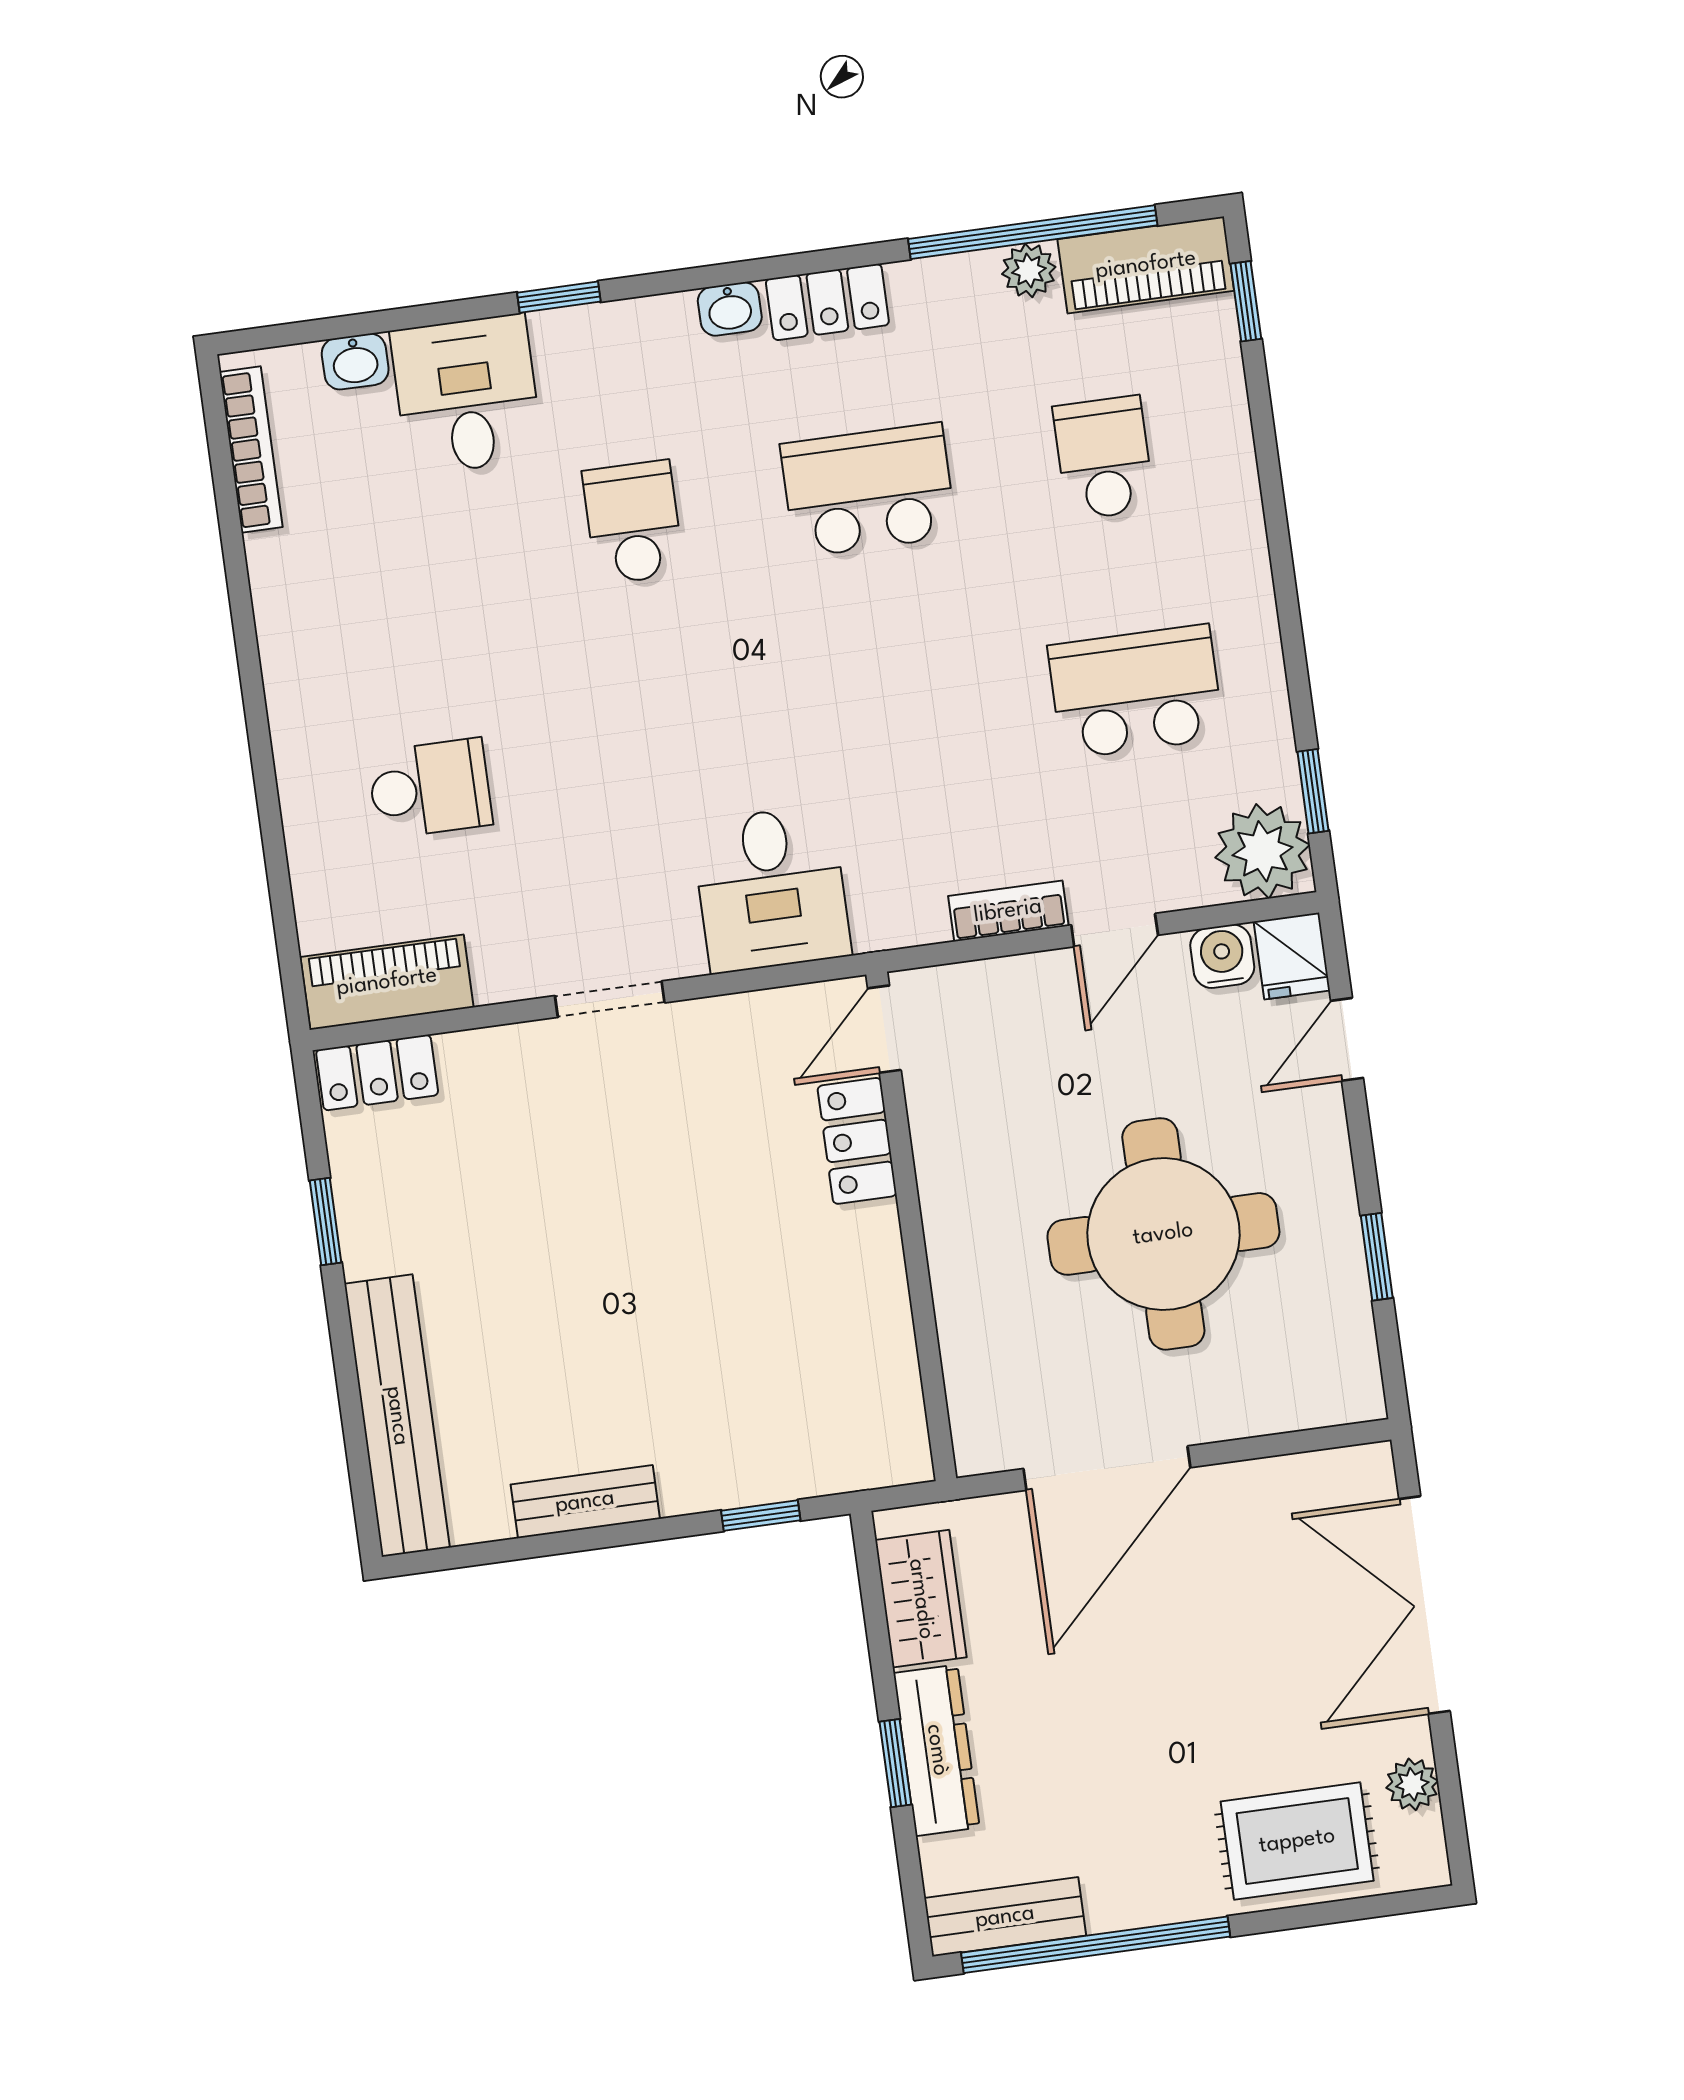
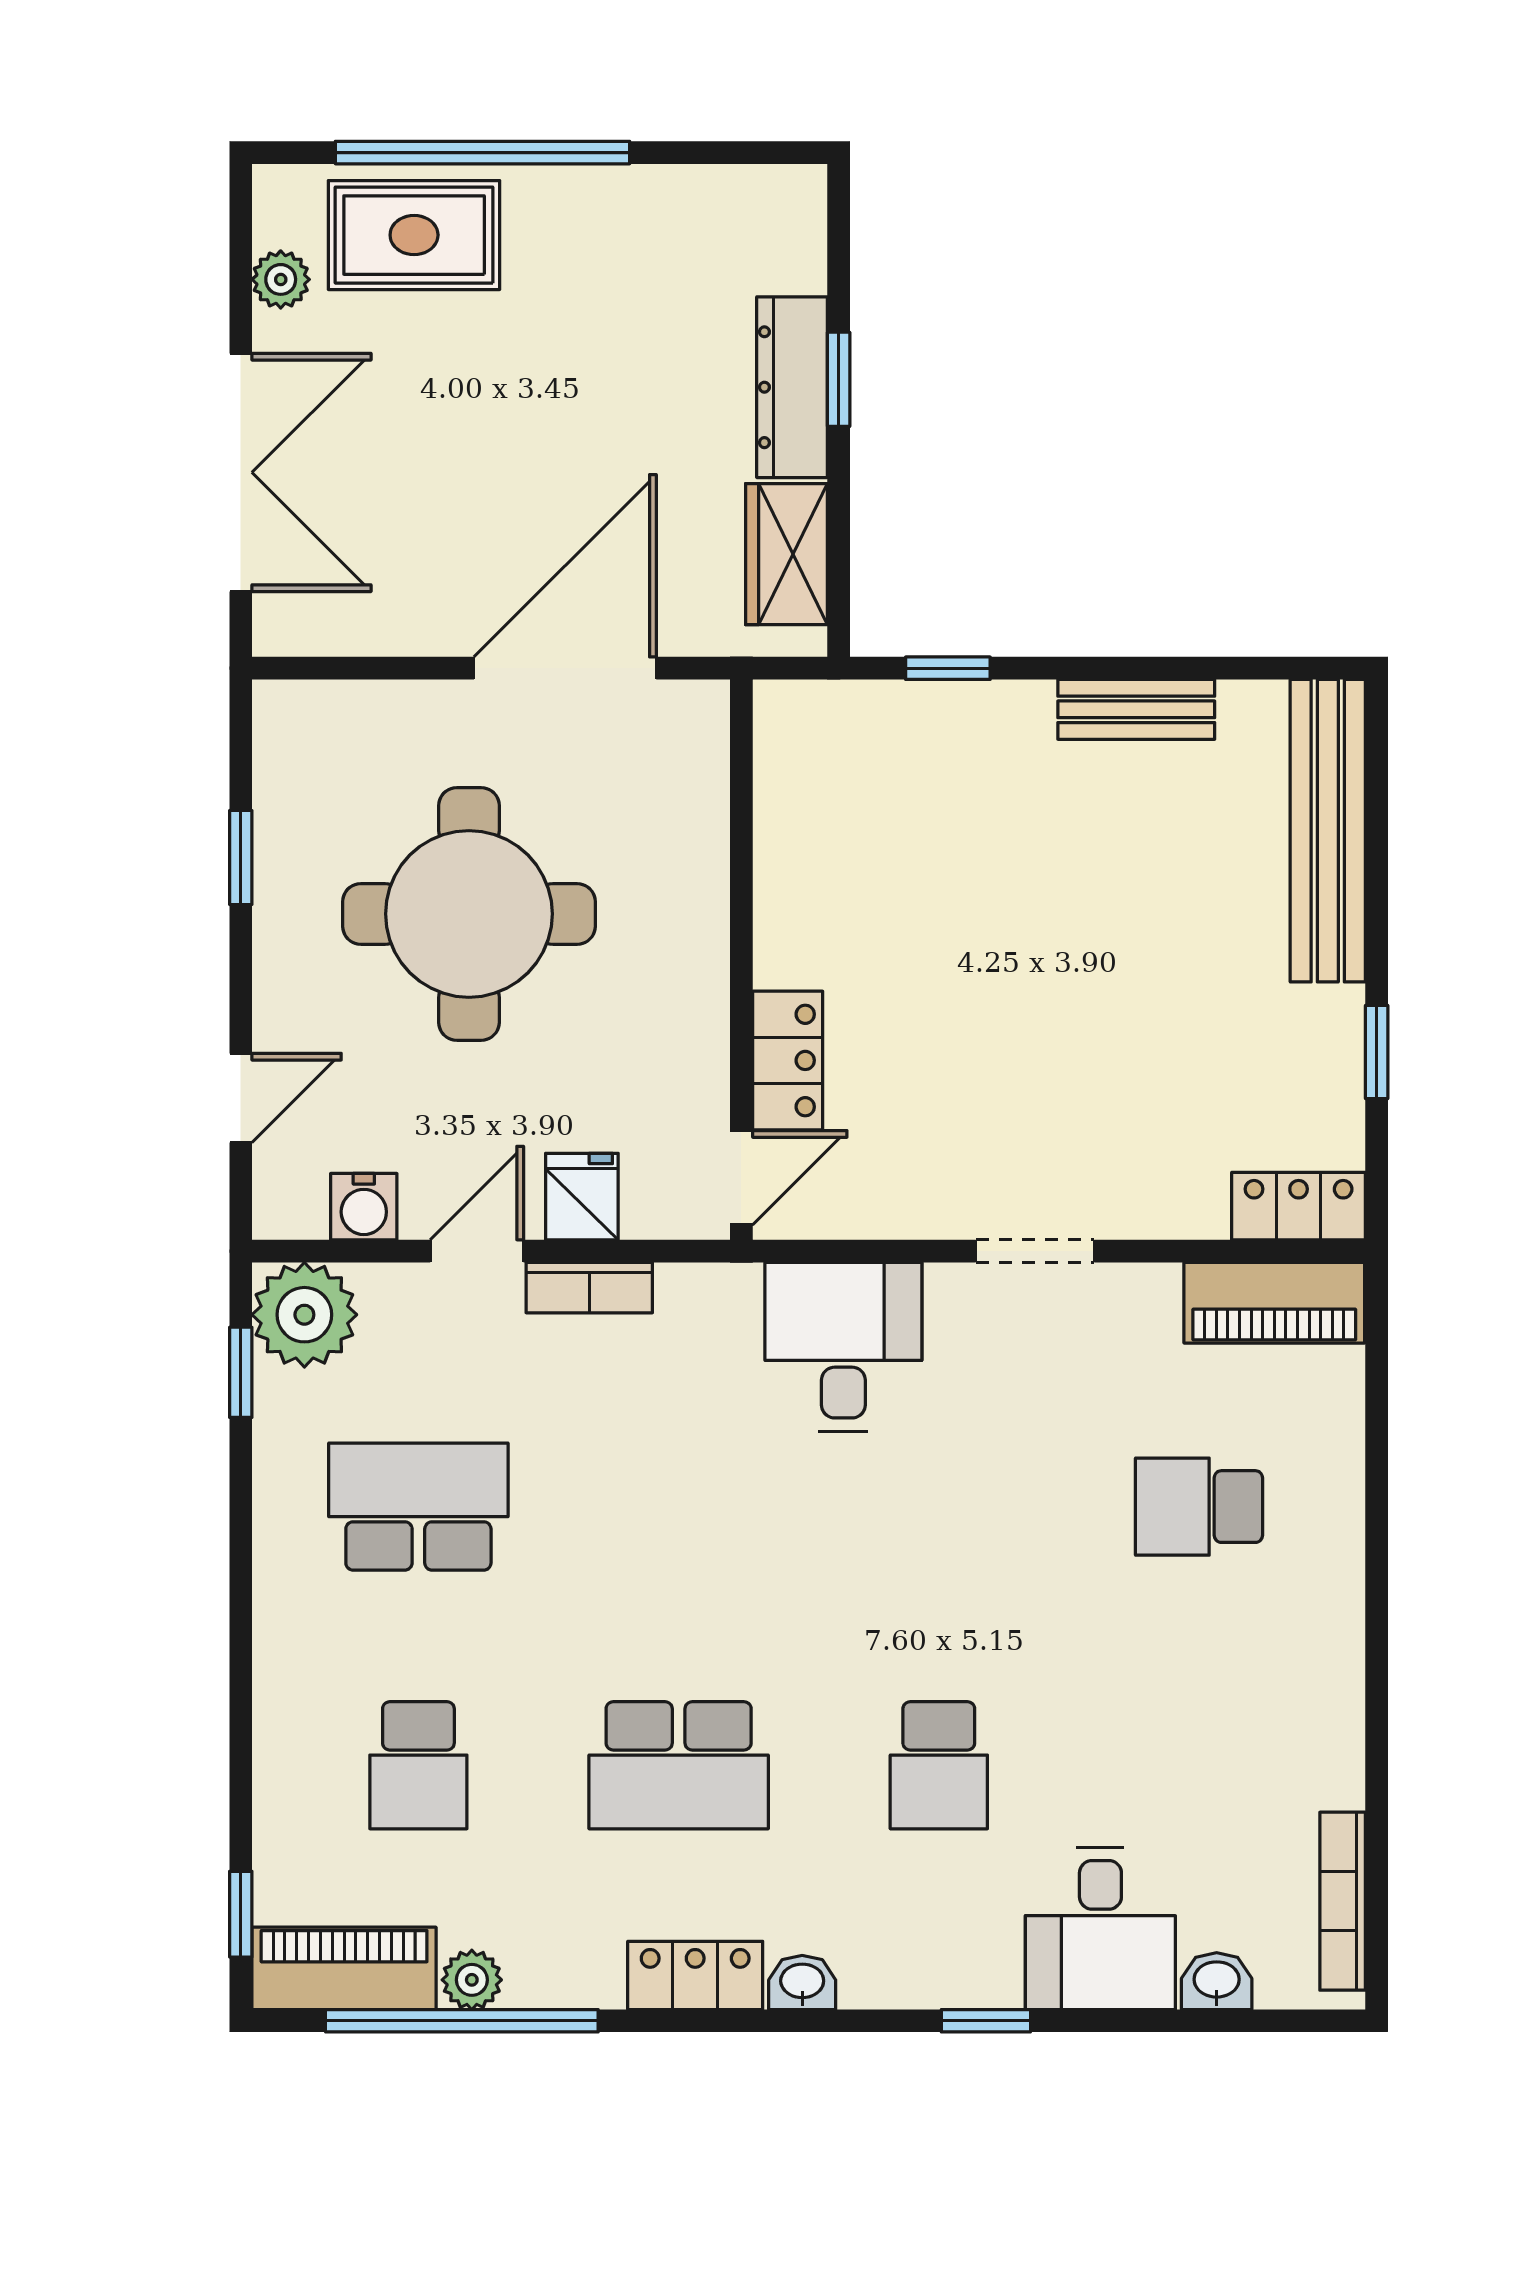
school desk: (1136, 692) -> (418, 1507), turned 180
fridge: (1292, 956) -> (582, 1197), moved
bench: (1005, 1917) -> (742, 196), removed
window: (1096, 1945) -> (483, 153), moved

